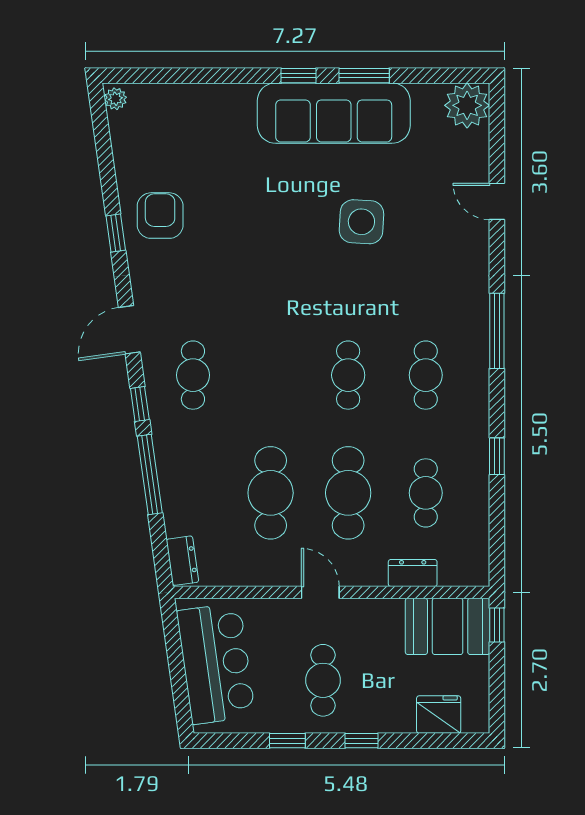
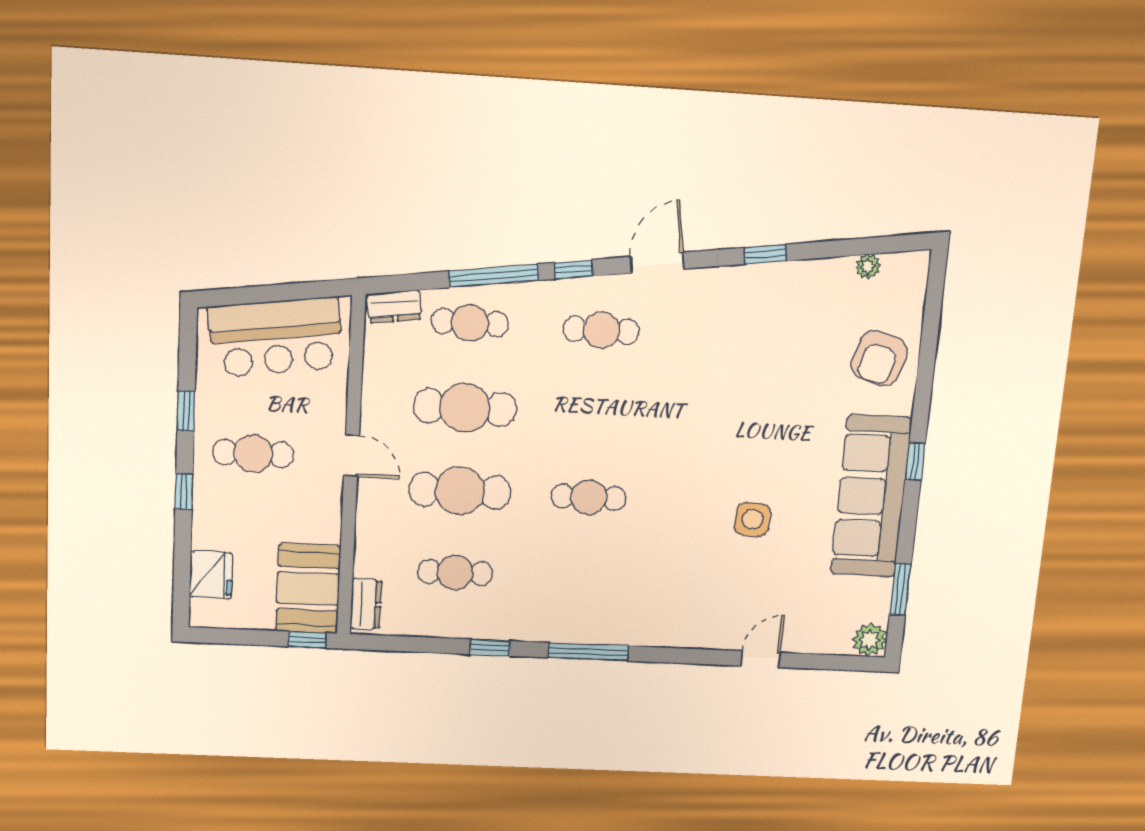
window: (364, 76) -> (900, 590), moved
plant: (115, 99) -> (868, 266), moved
plant: (467, 105) -> (870, 640), width x0.73, depth x0.73
armchair: (160, 216) -> (879, 358), moved, turned 107
side table: (361, 222) -> (753, 519), width x0.73, depth x0.73
door: (129, 330) -> (657, 263), hinge flipped
window: (497, 331) -> (588, 652), moved
cafe table: (426, 375) -> (470, 323), moved
dresser: (413, 573) -> (366, 604), moved
door: (320, 592) -> (352, 456), hinge flipped

